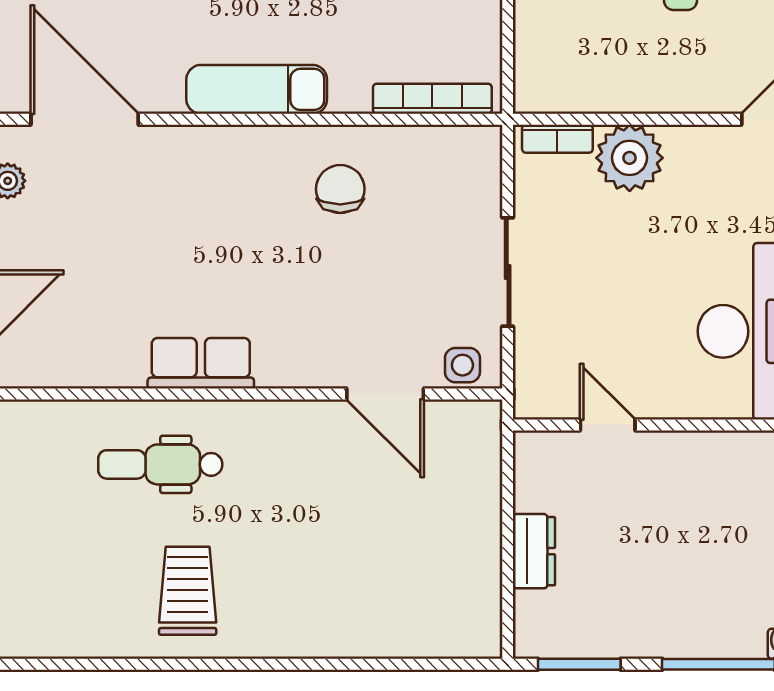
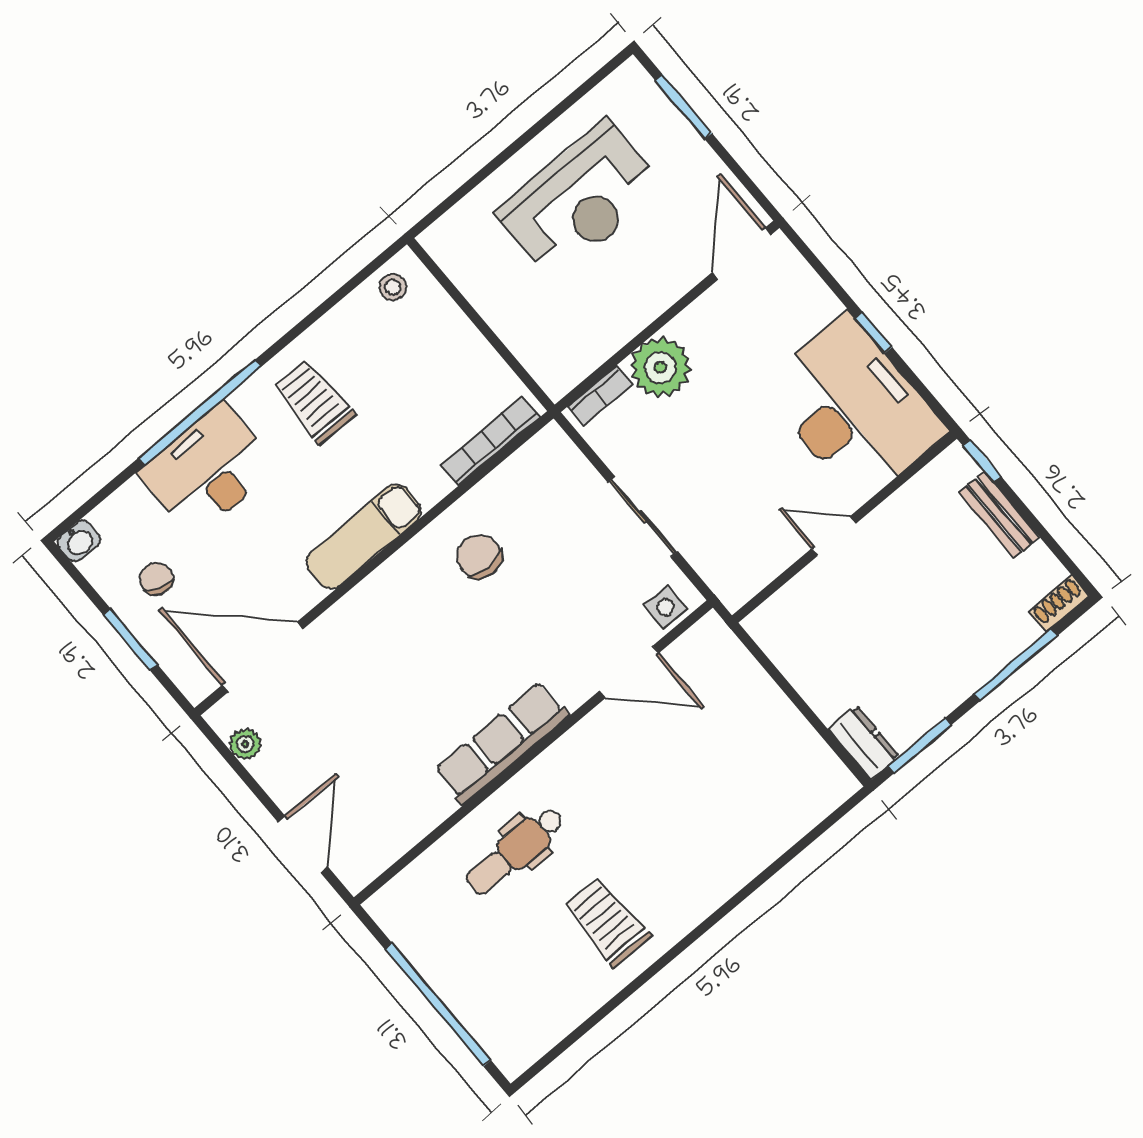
row of seats: (201, 363) -> (502, 743), width x1.48
door: (608, 425) -> (834, 536), moved
dresser: (534, 551) -> (864, 742), moved

